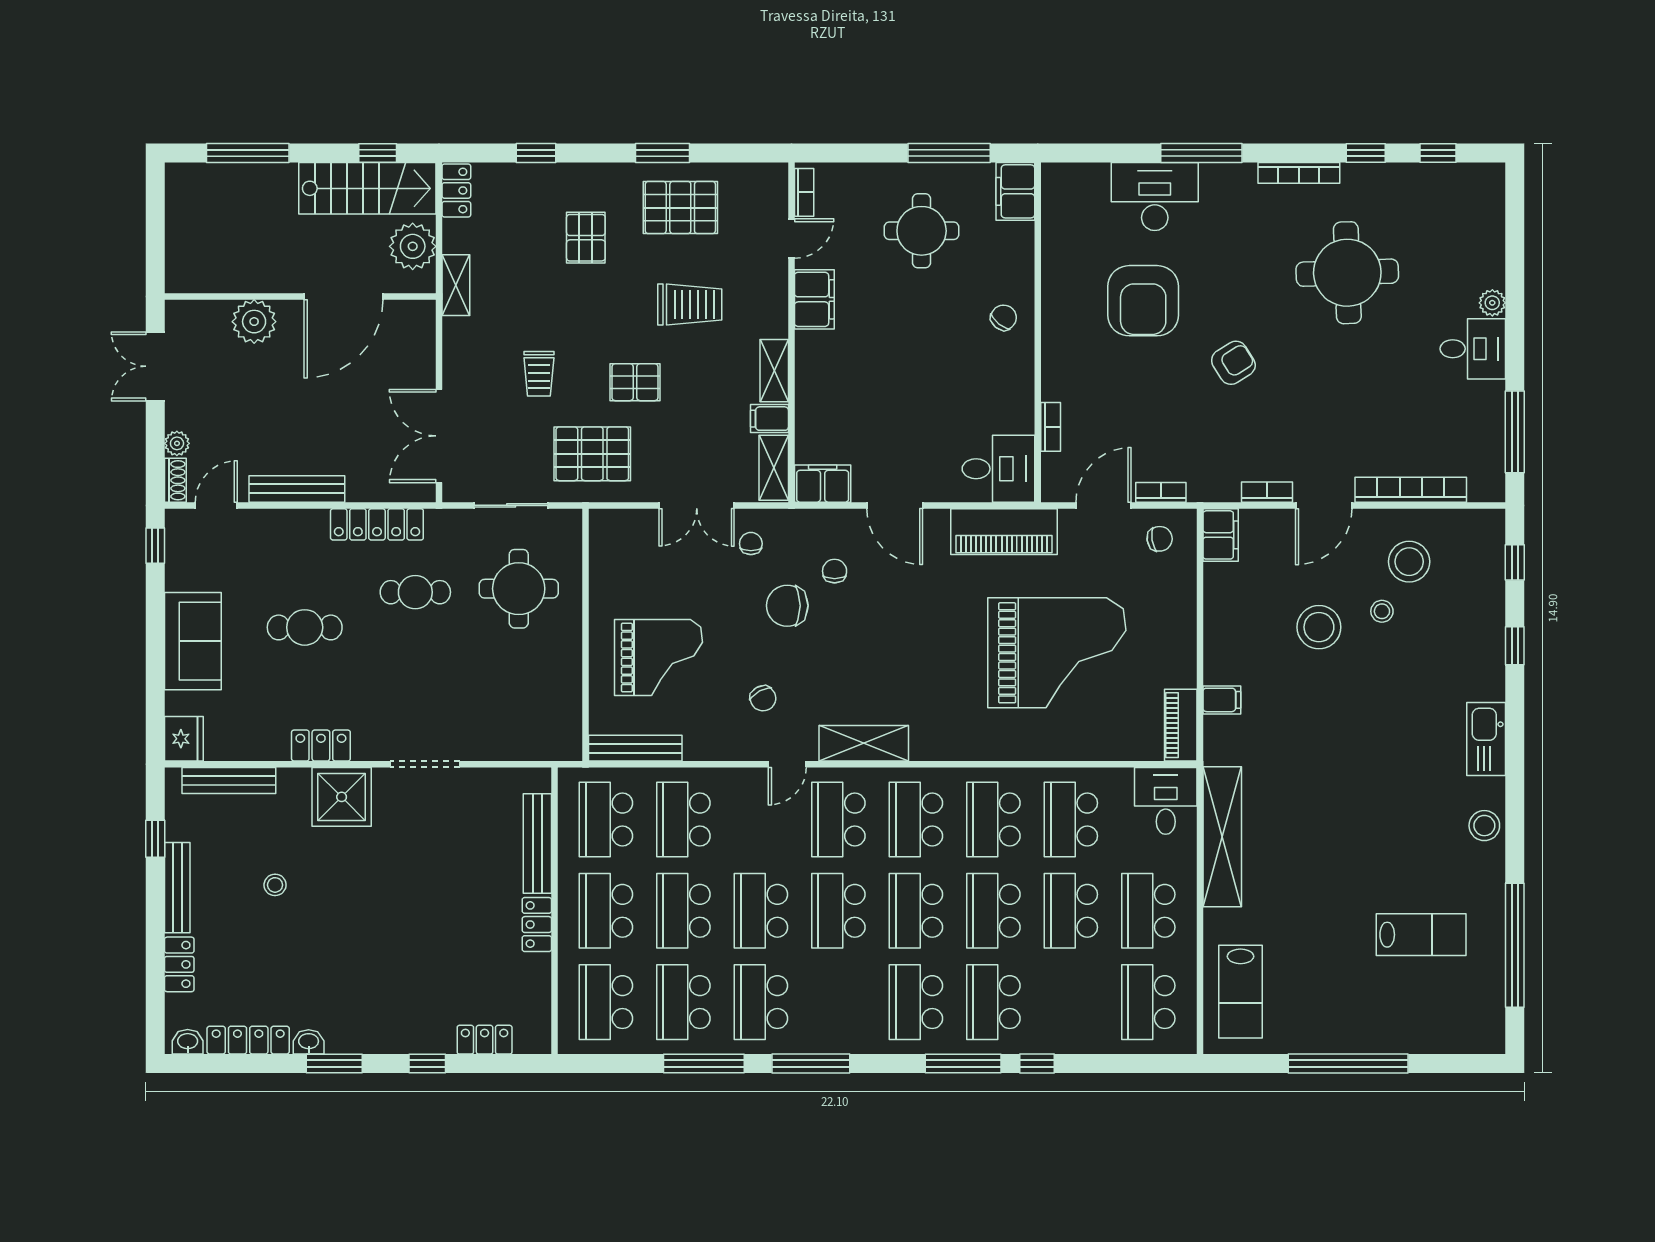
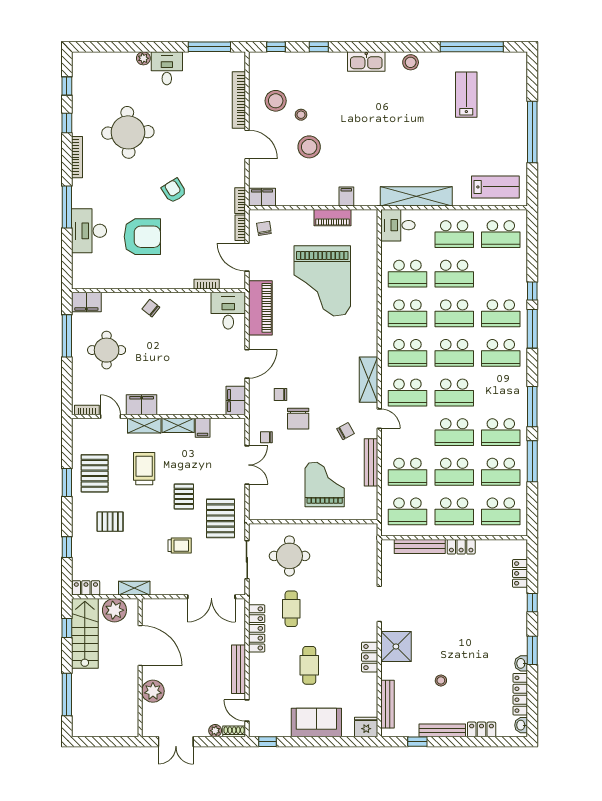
shelving: (774, 468) -> (144, 426), moved
bookcase: (1267, 492) -> (240, 201), moved
grand piano: (1057, 653) -> (322, 281), turned 180
piano: (1181, 725) -> (332, 218), moved
bench: (635, 748) -> (371, 462), moved

